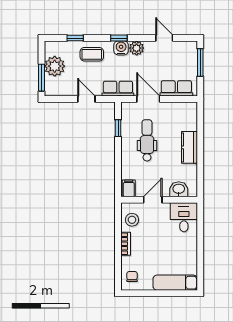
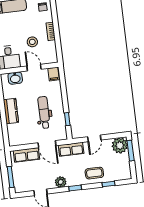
water cooler: (121, 48) -> (73, 181), removed
plant: (55, 66) -> (120, 145), moved
door: (86, 99) -> (94, 138), hinge flipped
dental chair: (147, 140) -> (44, 112), turned 180
door: (153, 200) -> (34, 68), swing flipped
stool: (132, 220) -> (32, 42), moved

